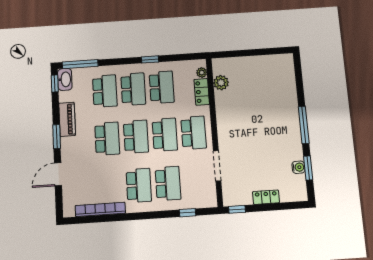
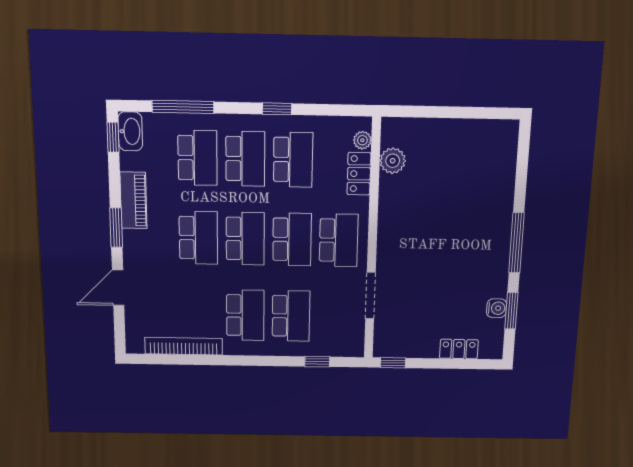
window: (80, 64) -> (183, 107), moved
locker: (266, 197) -> (459, 349), moved

